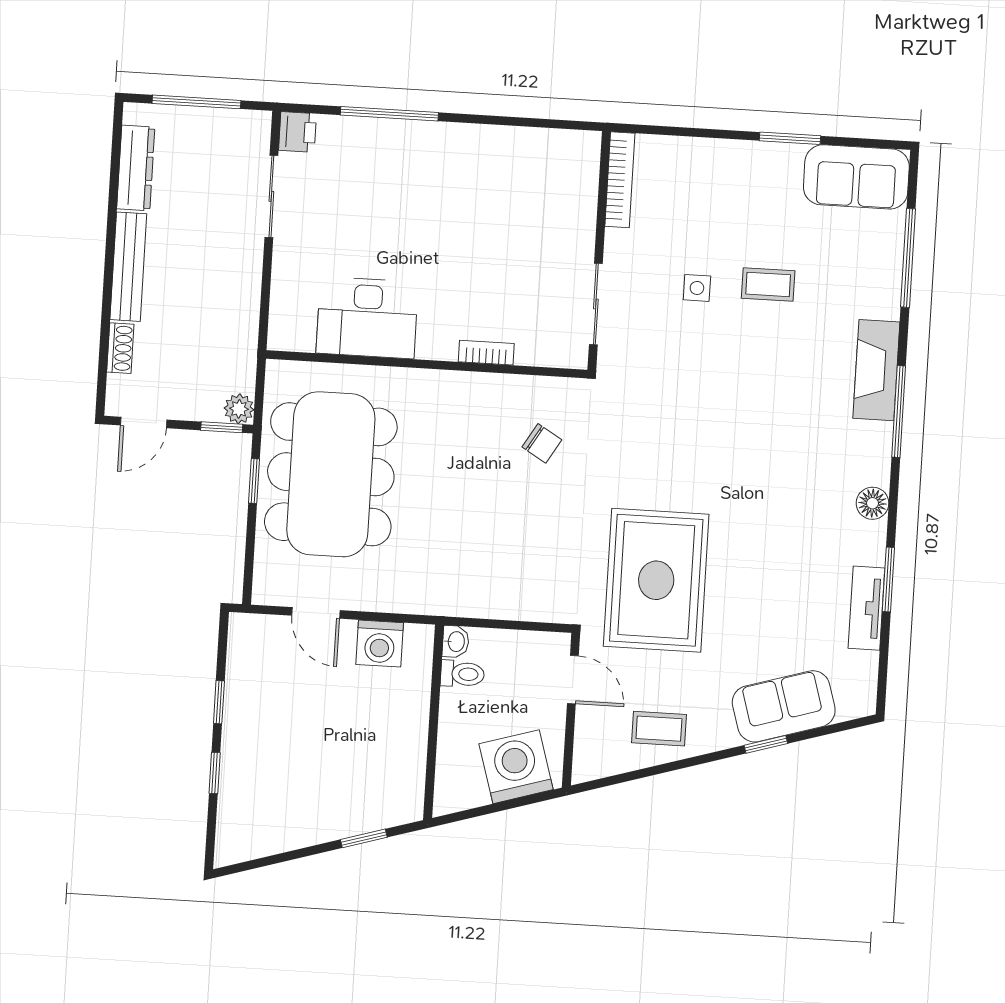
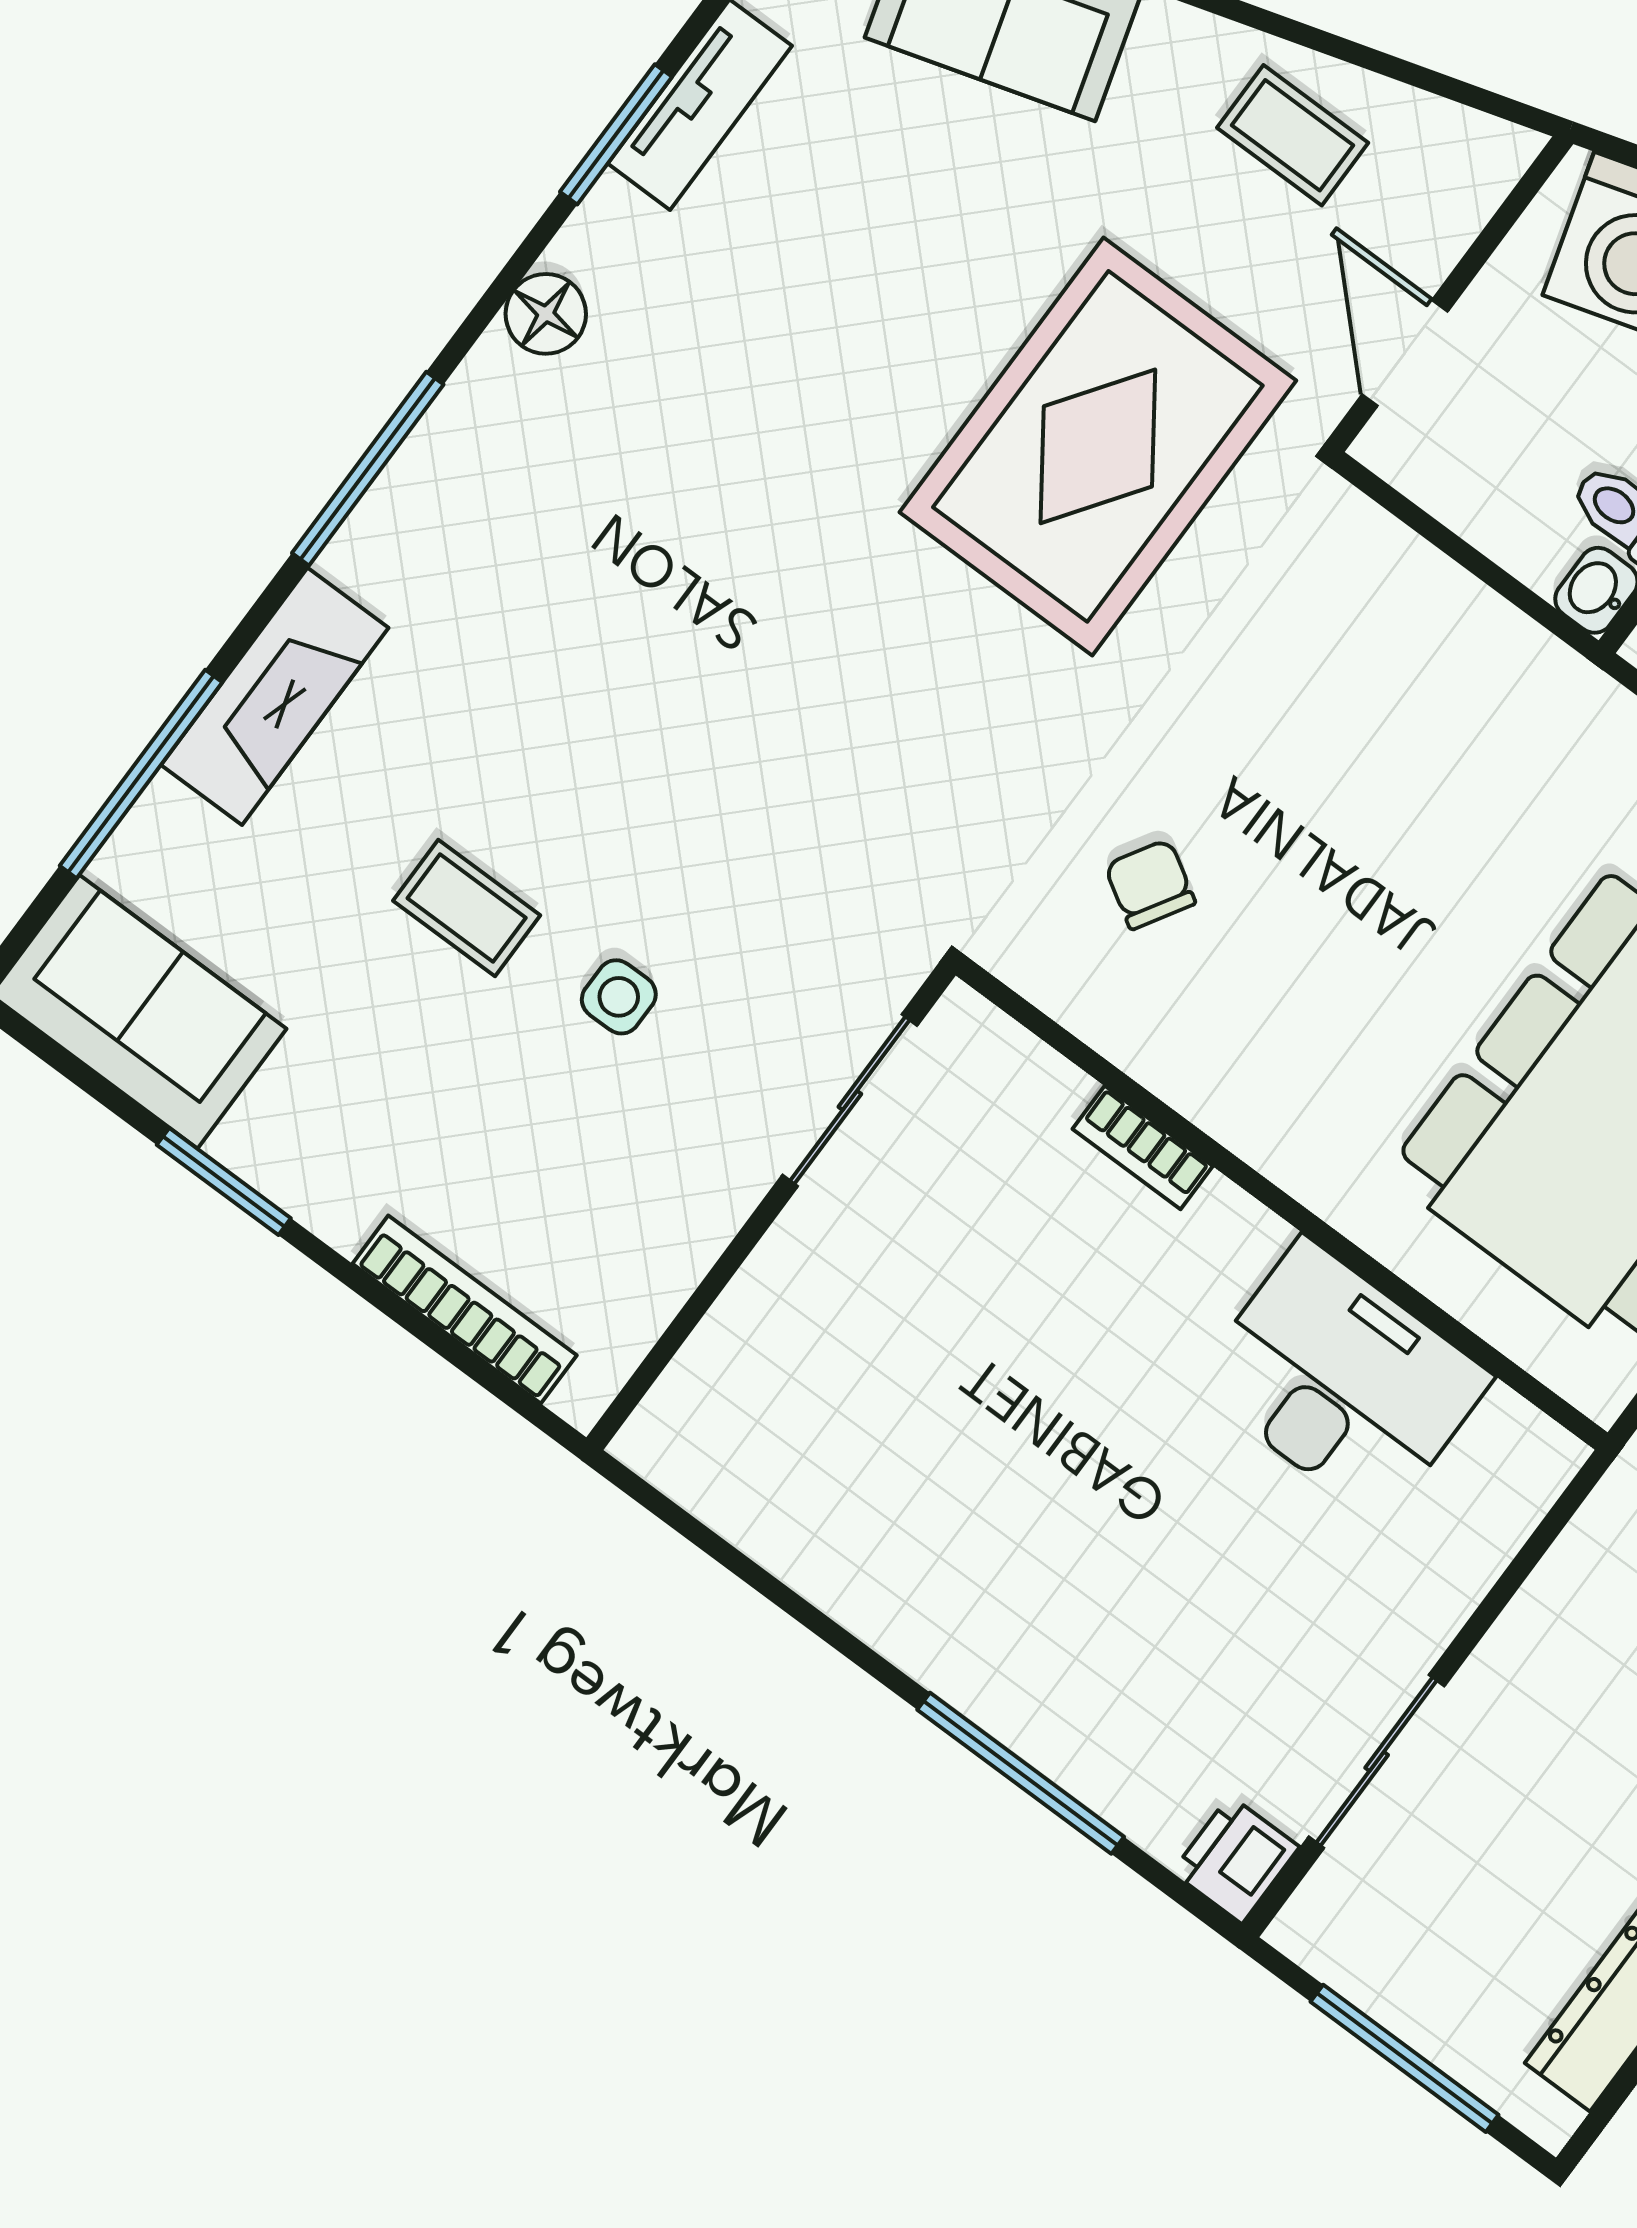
bookcase: (620, 180) -> (465, 1310), moved, turned 90
fireplace: (876, 370) -> (275, 696), moved

